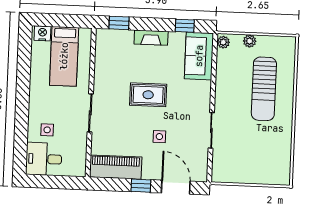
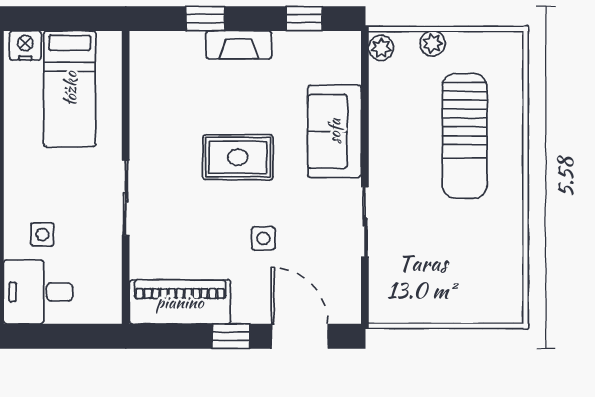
window: (119, 23) -> (205, 19), moved
sofa: (199, 56) -> (334, 131), moved

